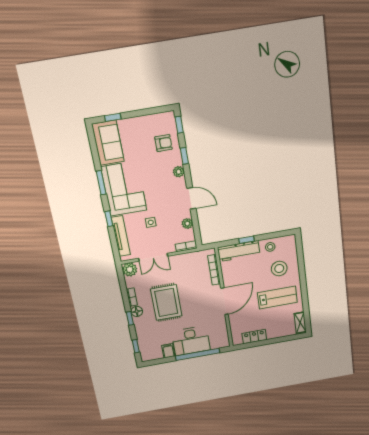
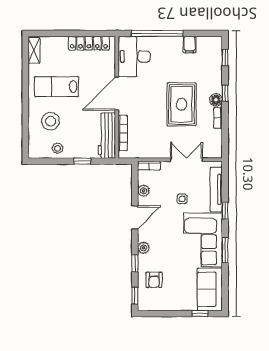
armchair: (163, 143) -> (154, 280), turned -90
door: (191, 198) -> (135, 217), swing flipped
workbench: (239, 251) -> (107, 136), moved, turned -90
plant: (130, 270) -> (214, 150), removed
locker: (254, 337) -> (89, 43), width x1.53
desk: (191, 341) -> (134, 56), moved, turned -90

